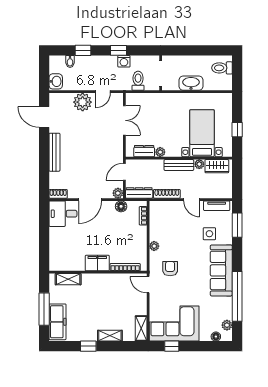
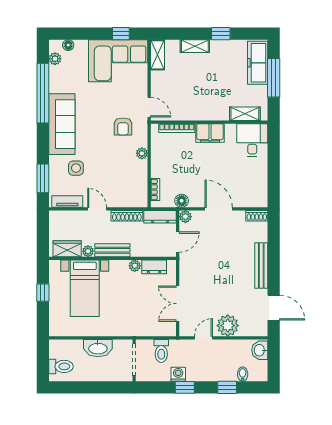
door: (90, 200) -> (219, 209), hinge flipped
desk: (63, 214) -> (252, 140), moved, turned -90

